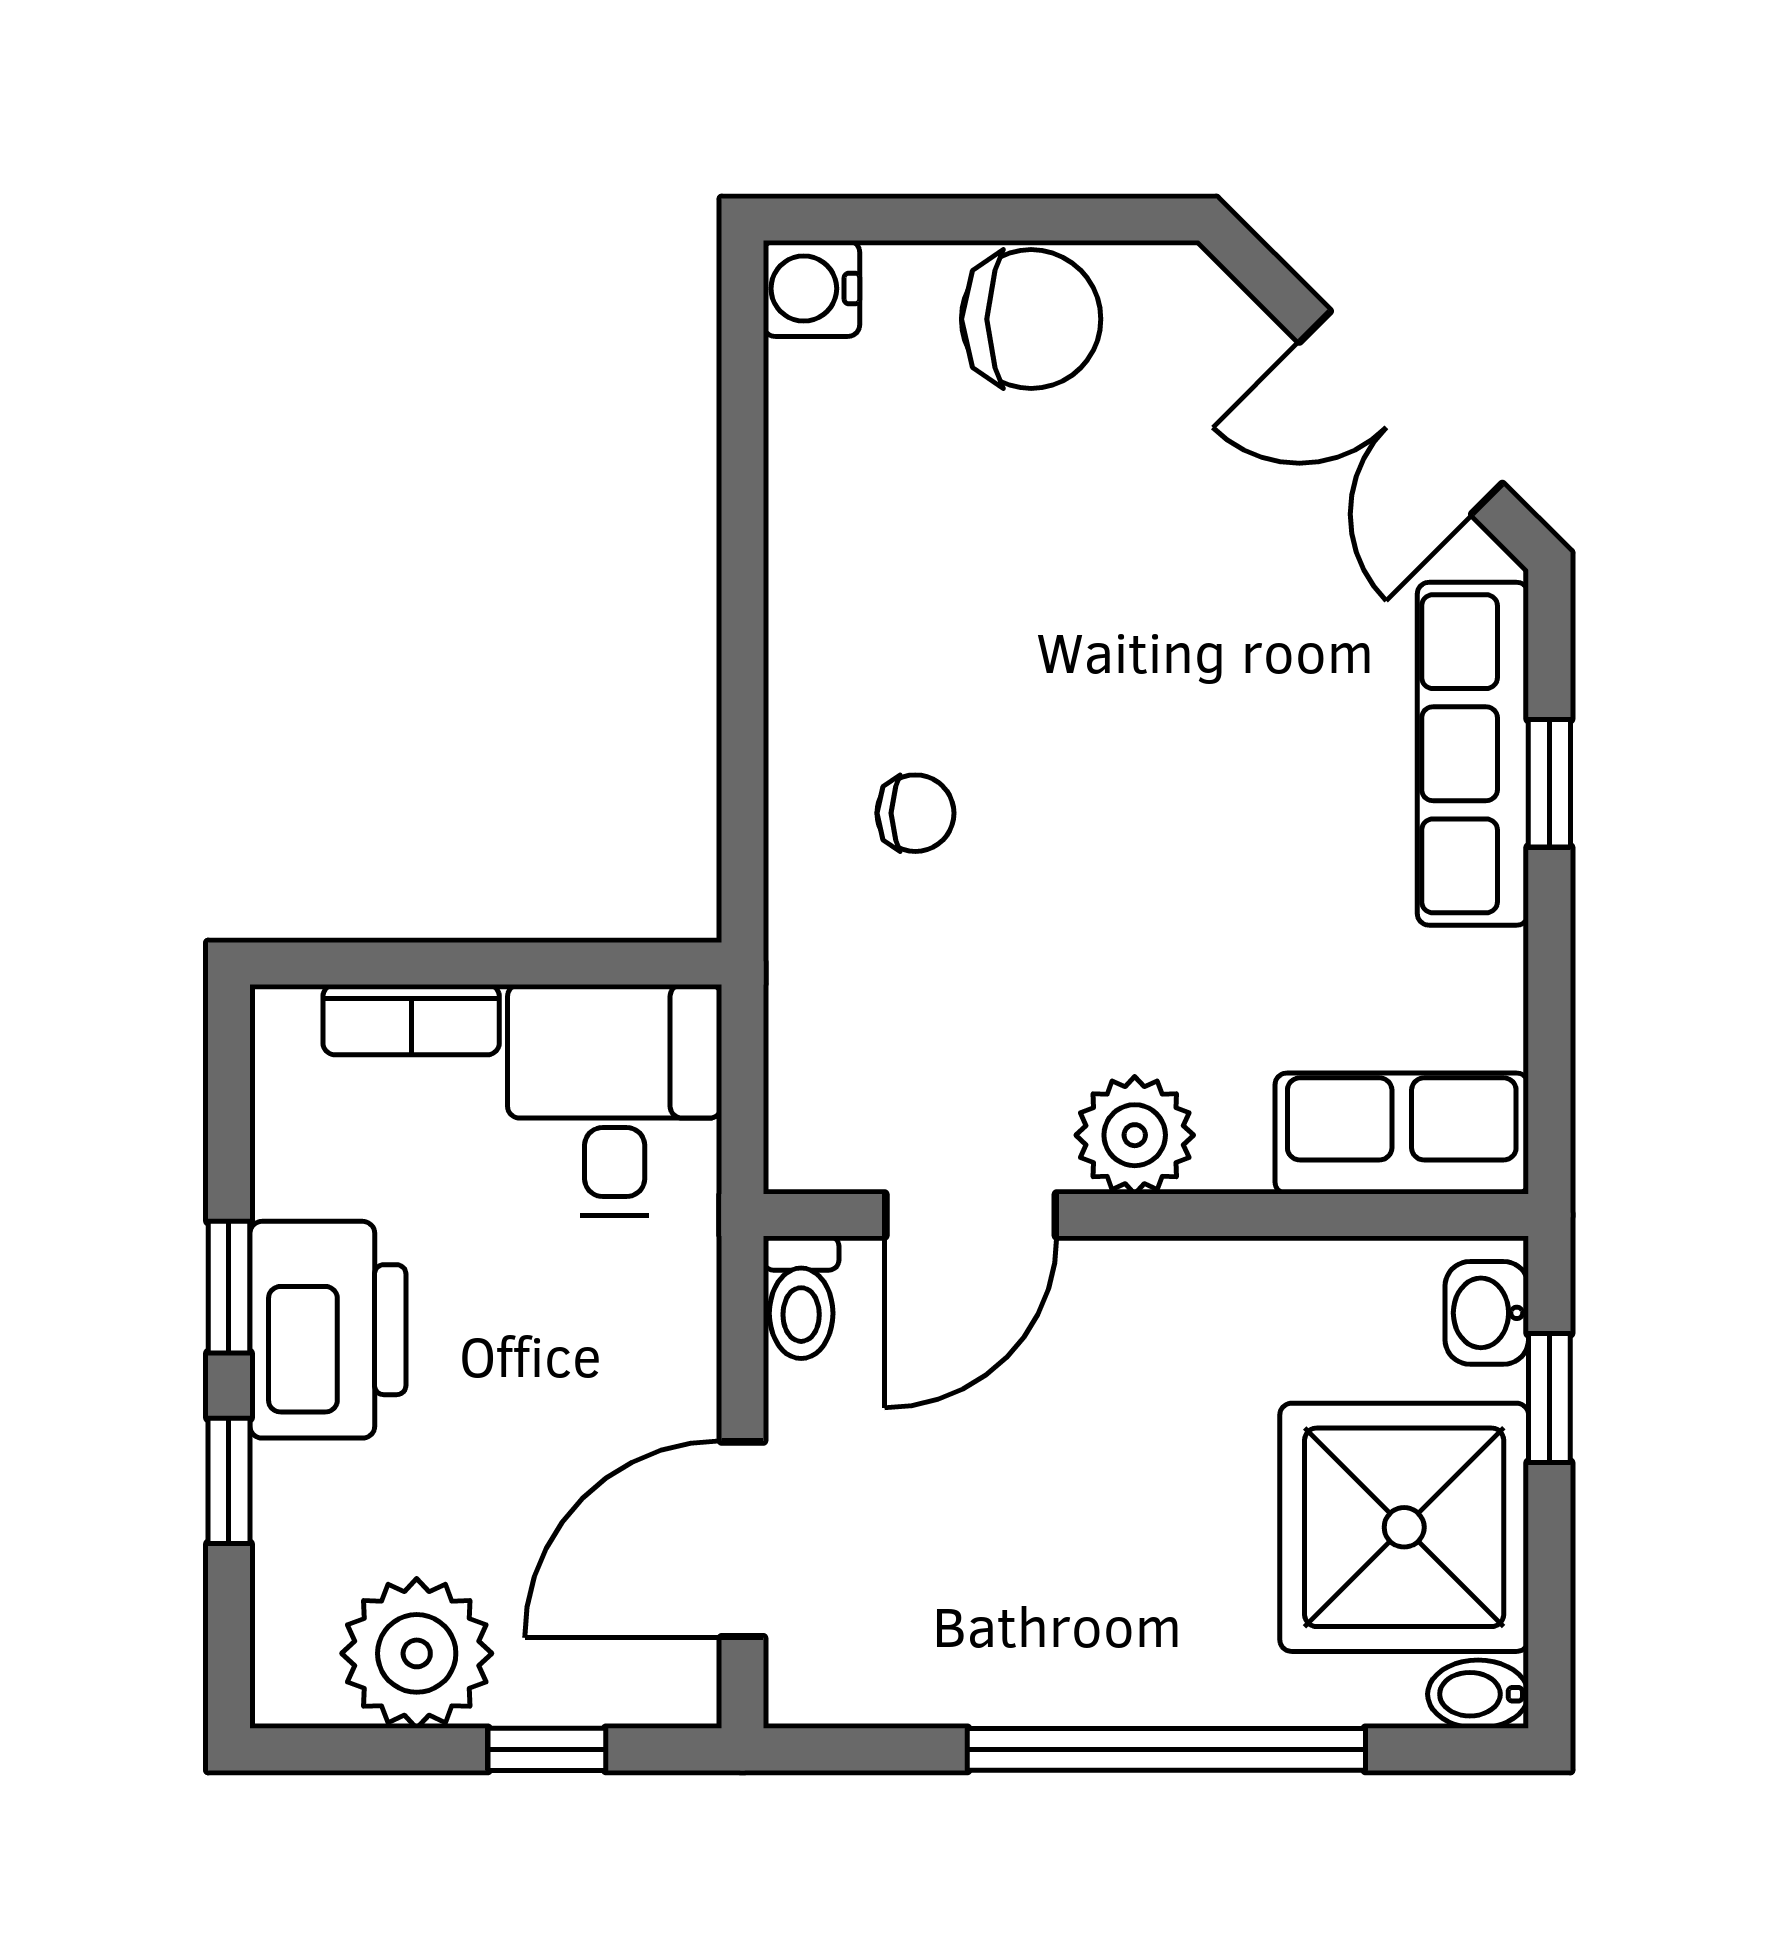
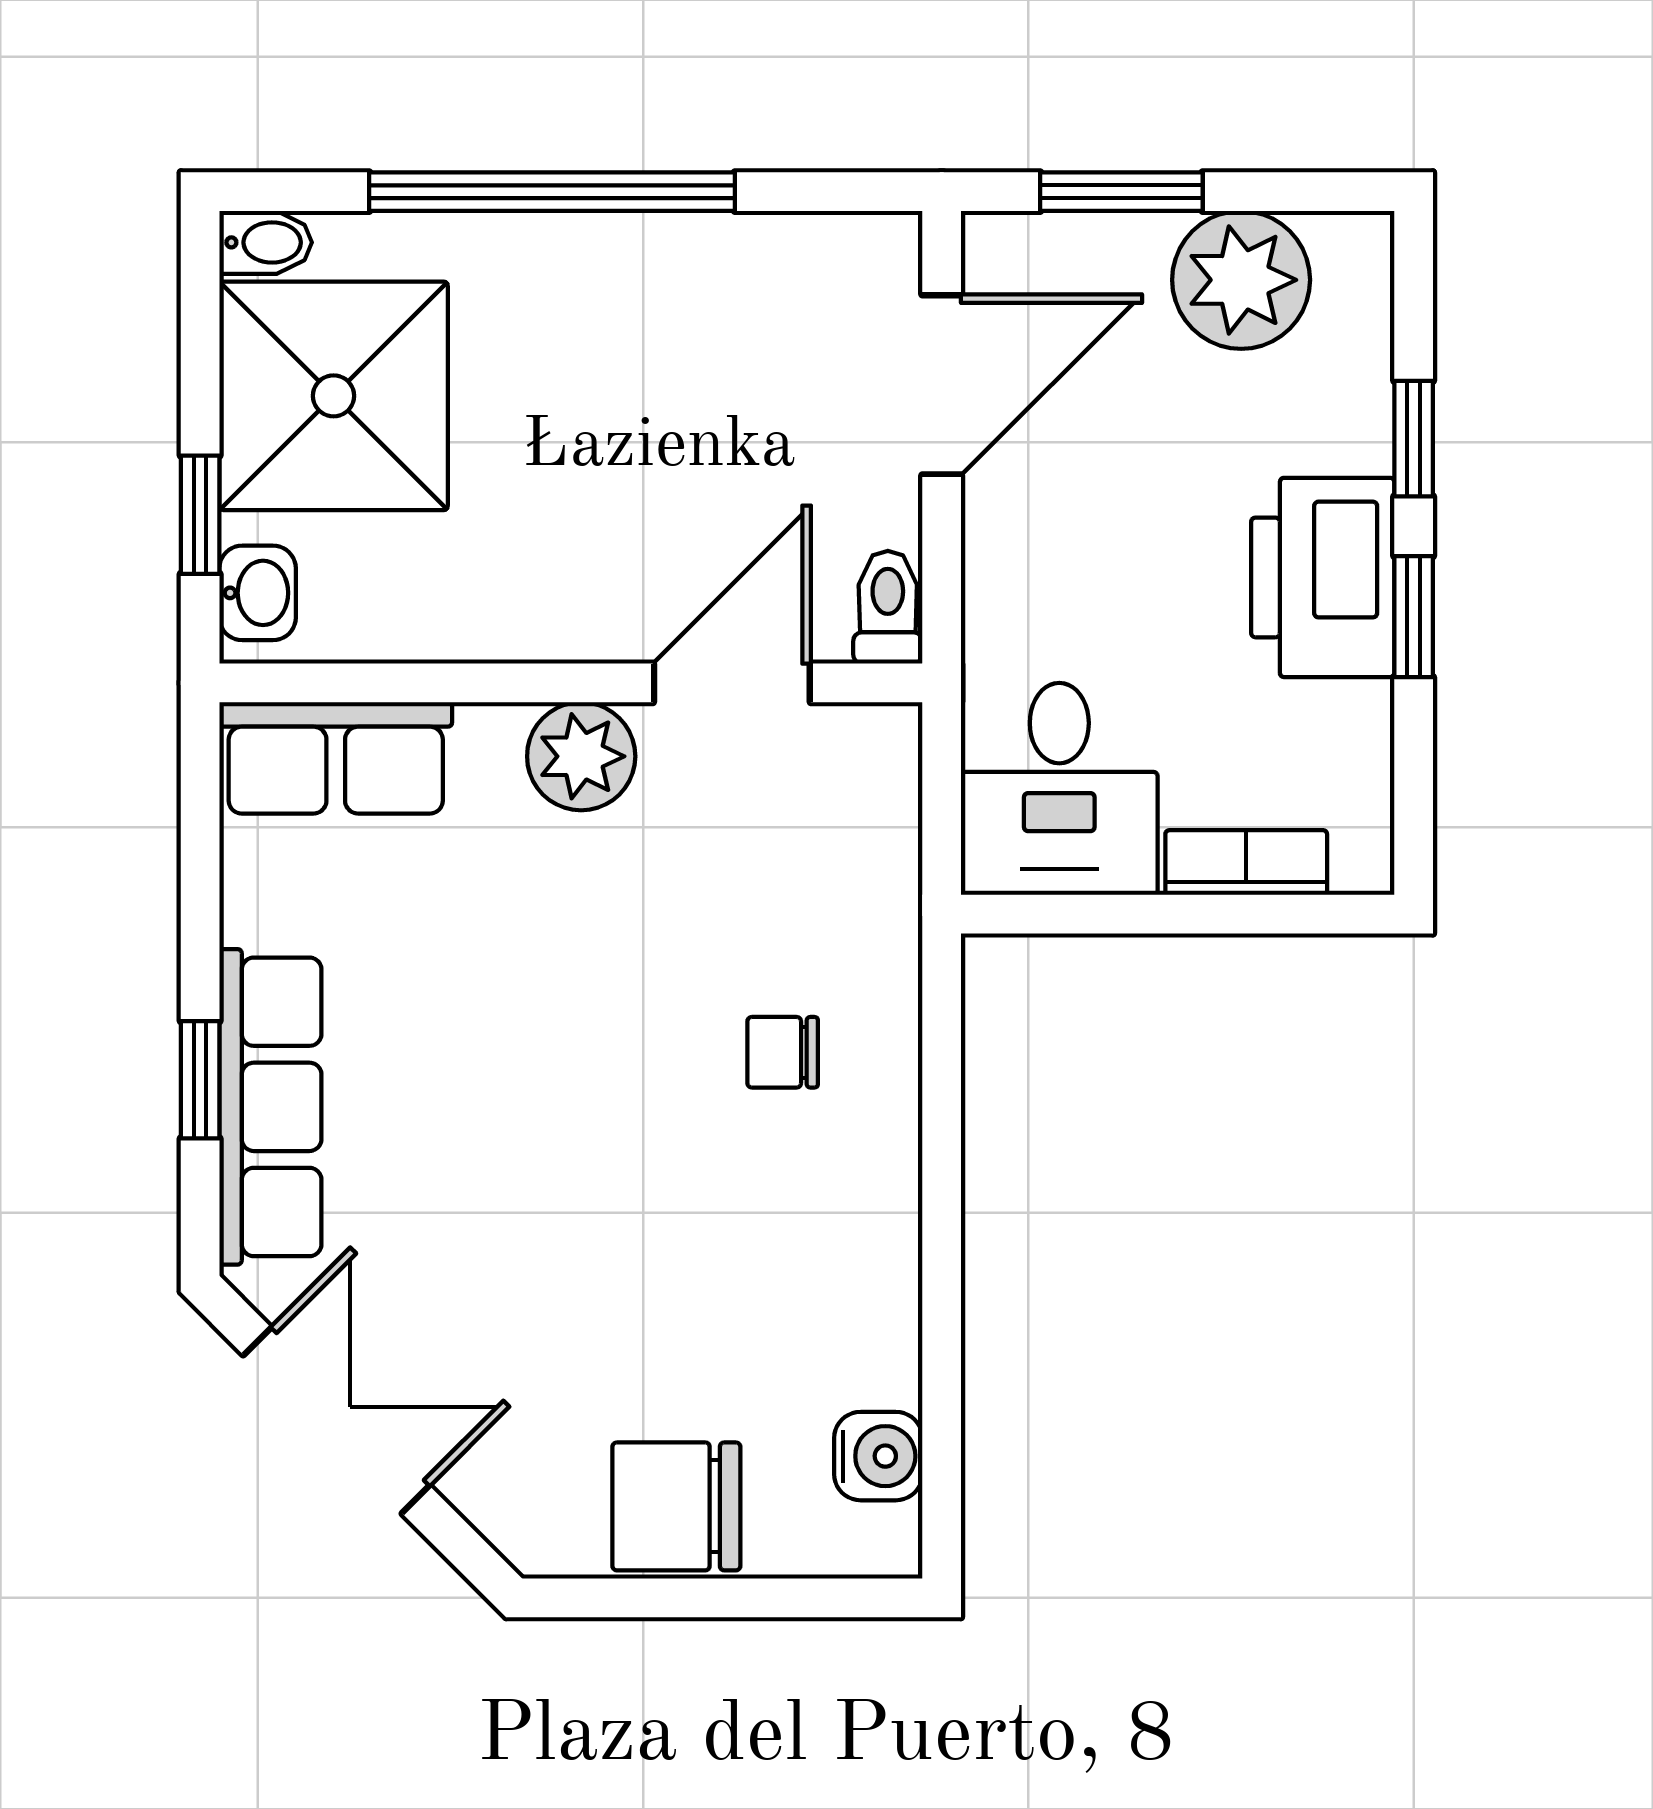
water cooler: (812, 289) -> (878, 1456), moved
window: (547, 1749) -> (1121, 192), width x1.50

